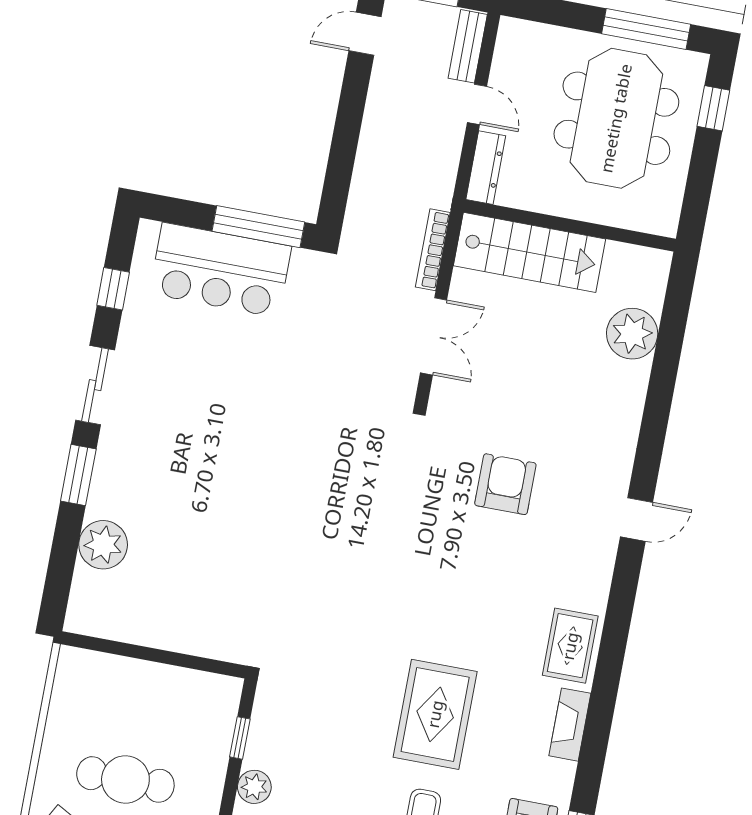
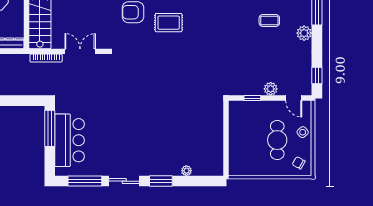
window: (113, 289) -> (85, 181), width x2.17
plant: (103, 545) -> (186, 171), width x0.53, depth x0.53
rug: (435, 714) -> (169, 23), moved, width x0.73, depth x0.70

